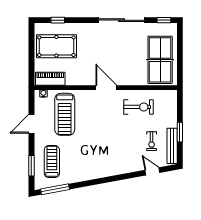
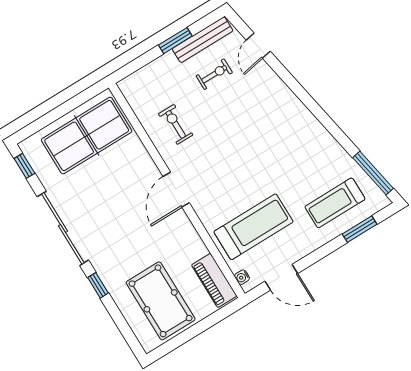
window: (58, 20) -> (98, 285), moved
exercise bike: (139, 107) -> (176, 124), width x0.73, depth x0.72
door: (31, 124) -> (281, 277), moved

